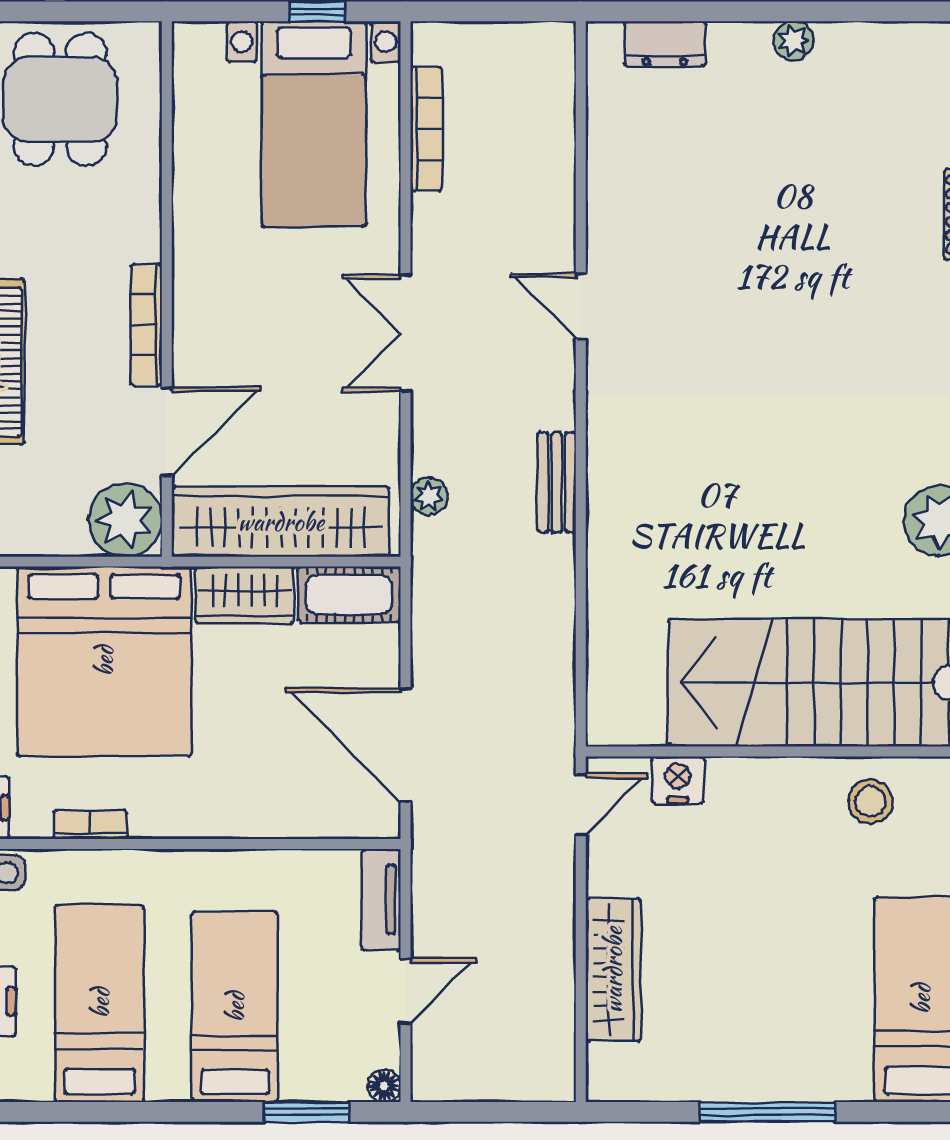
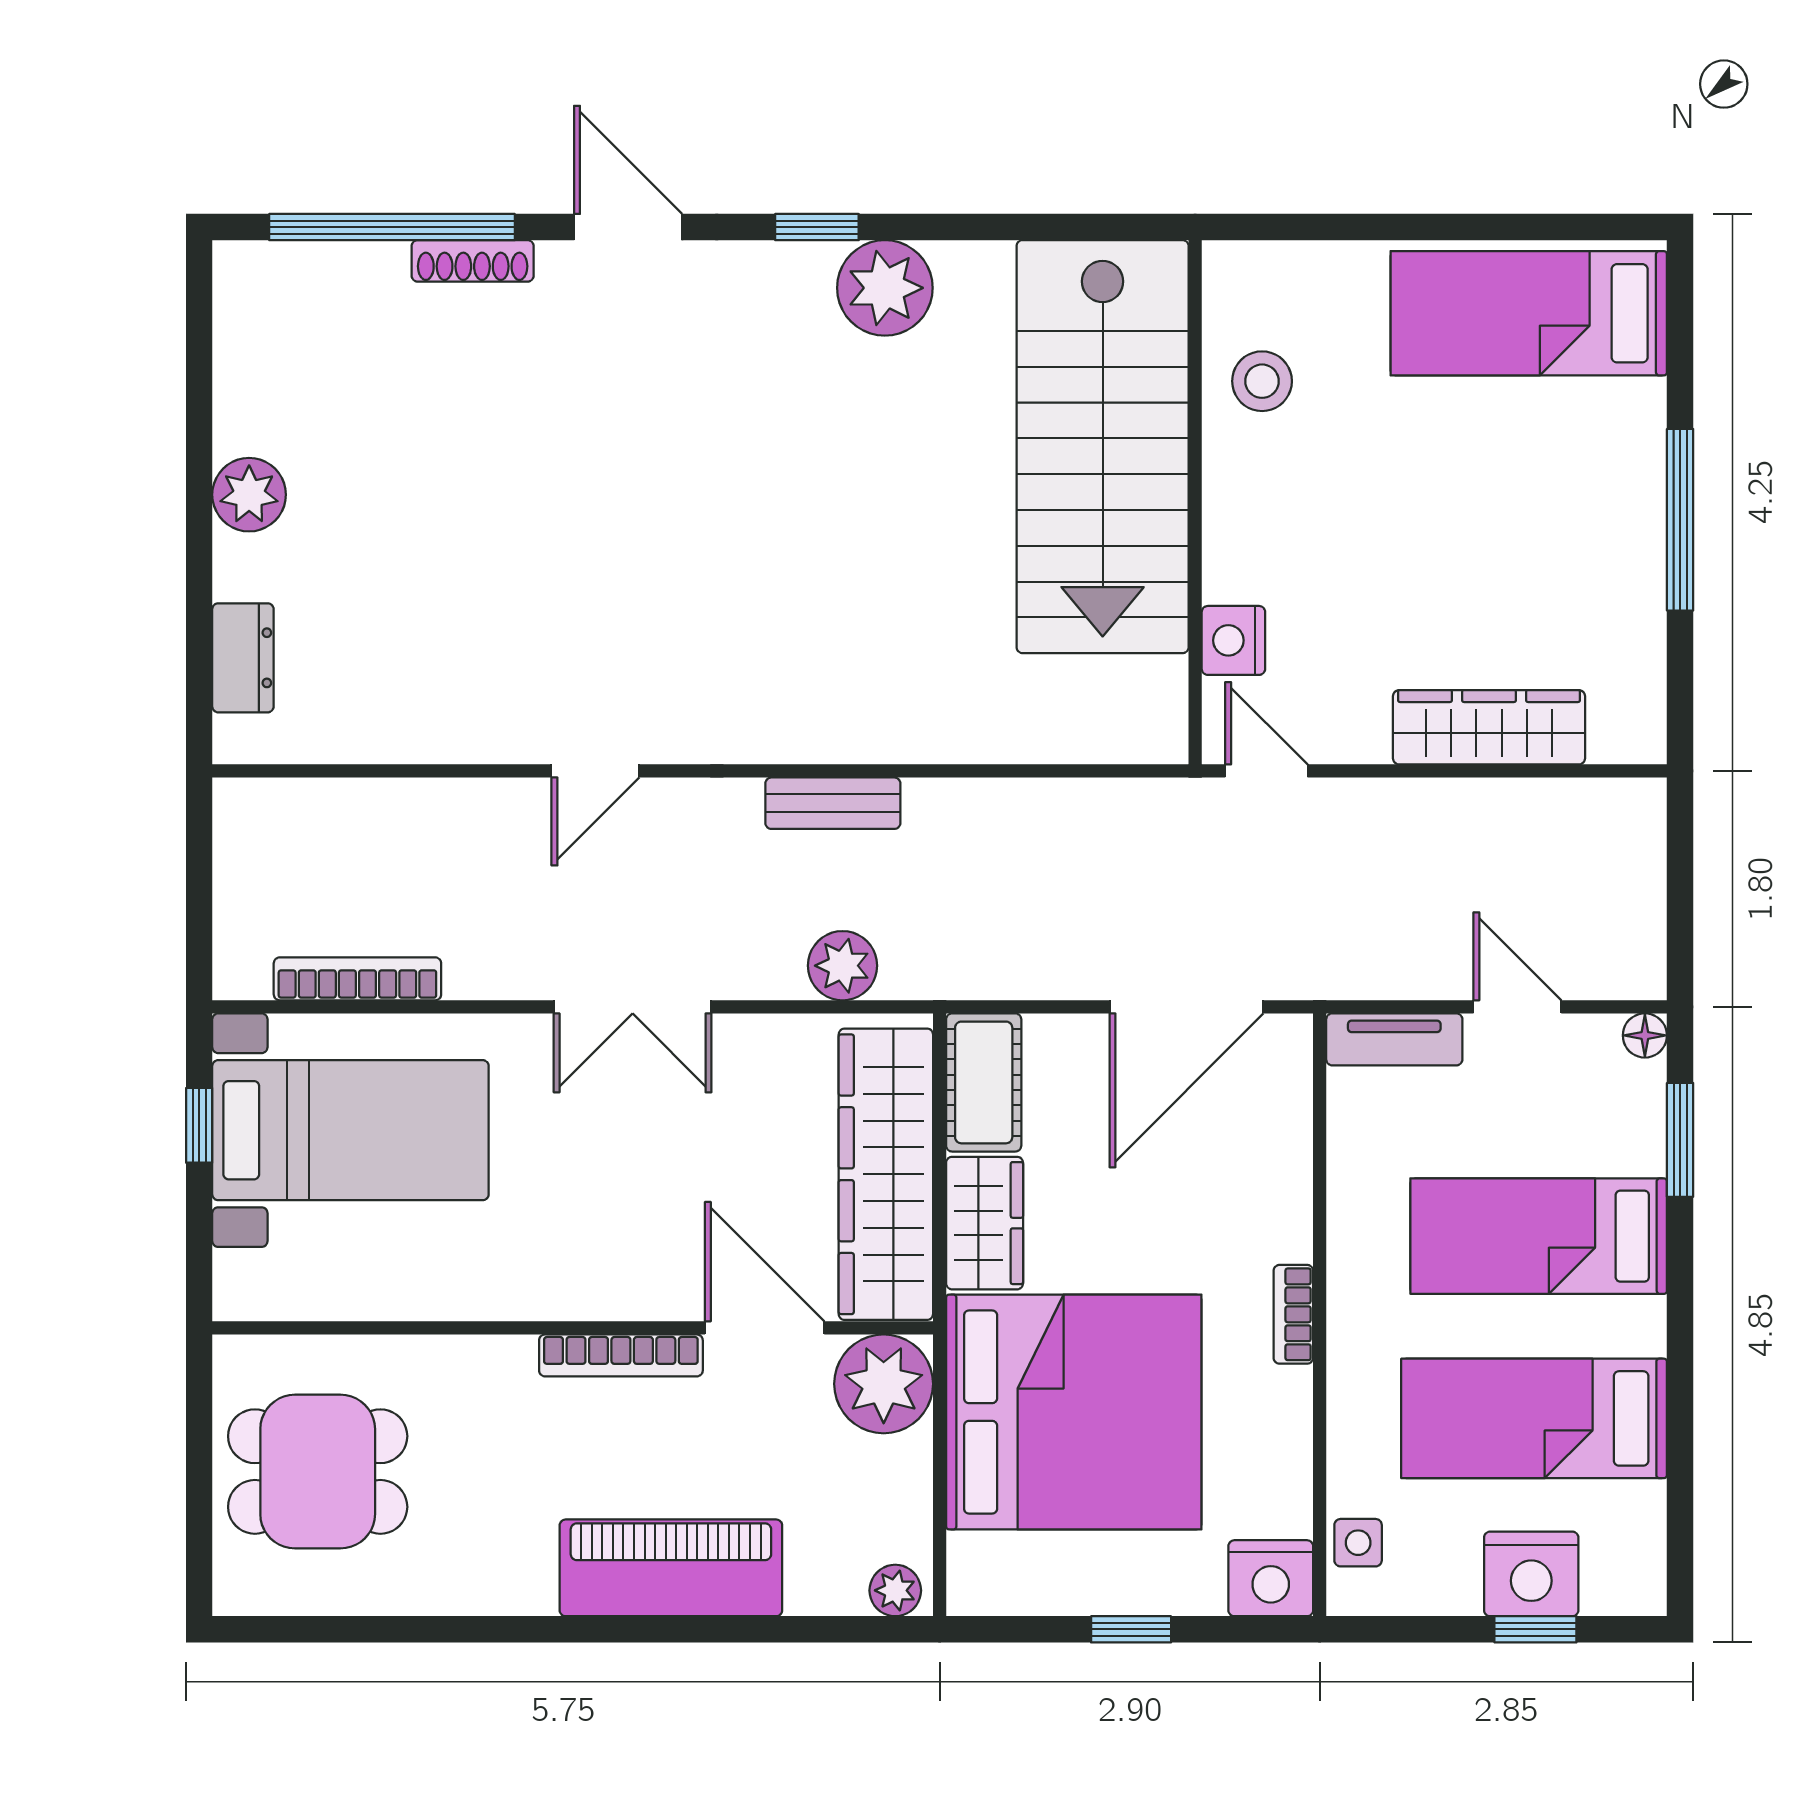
plant: (793, 41) -> (249, 495), width x1.38, depth x1.38
plant: (429, 496) -> (843, 966), width x1.38, depth x1.38
bookcase: (90, 825) -> (1293, 1314), moved

